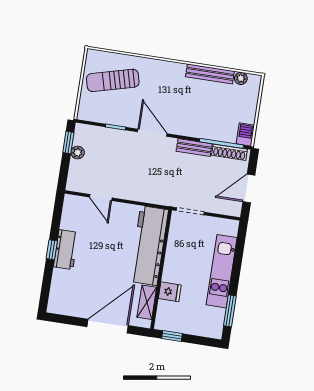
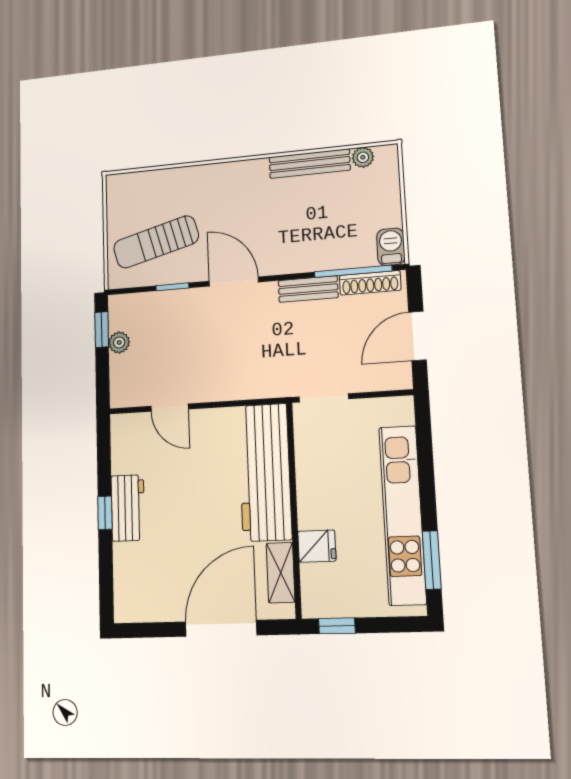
sun lounger: (113, 80) -> (156, 242), moved
kitchen unit: (222, 271) -> (403, 515), width x1.36

